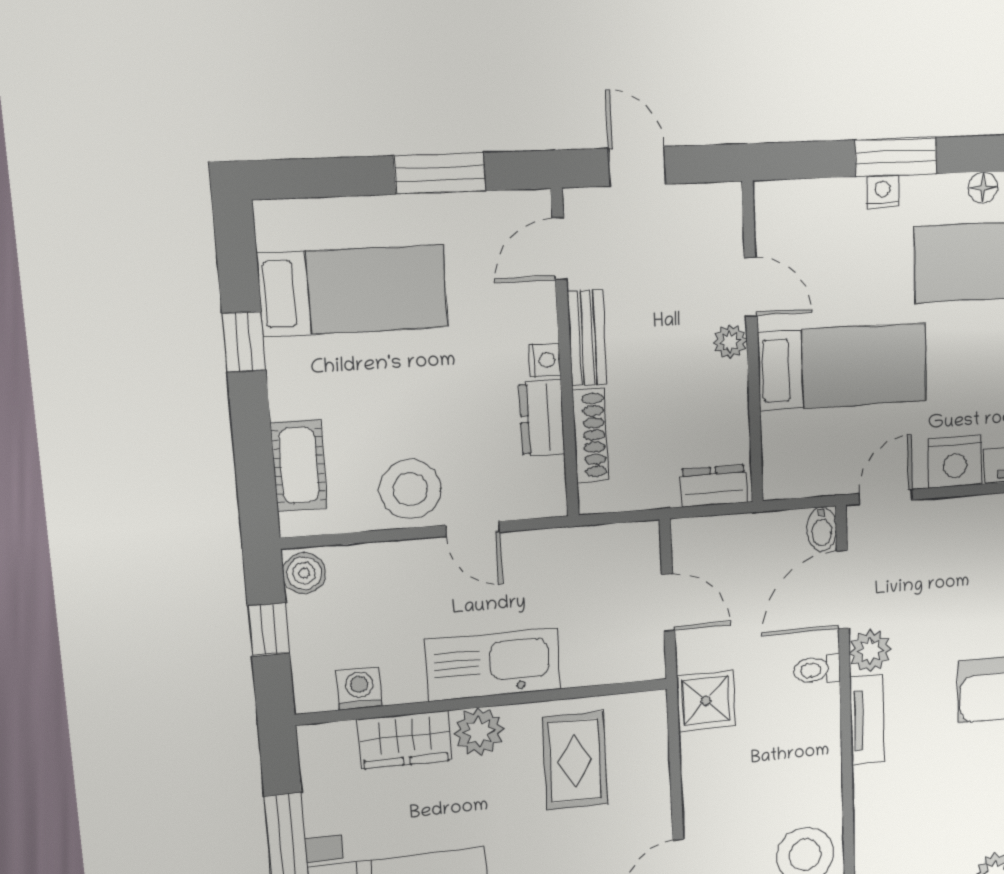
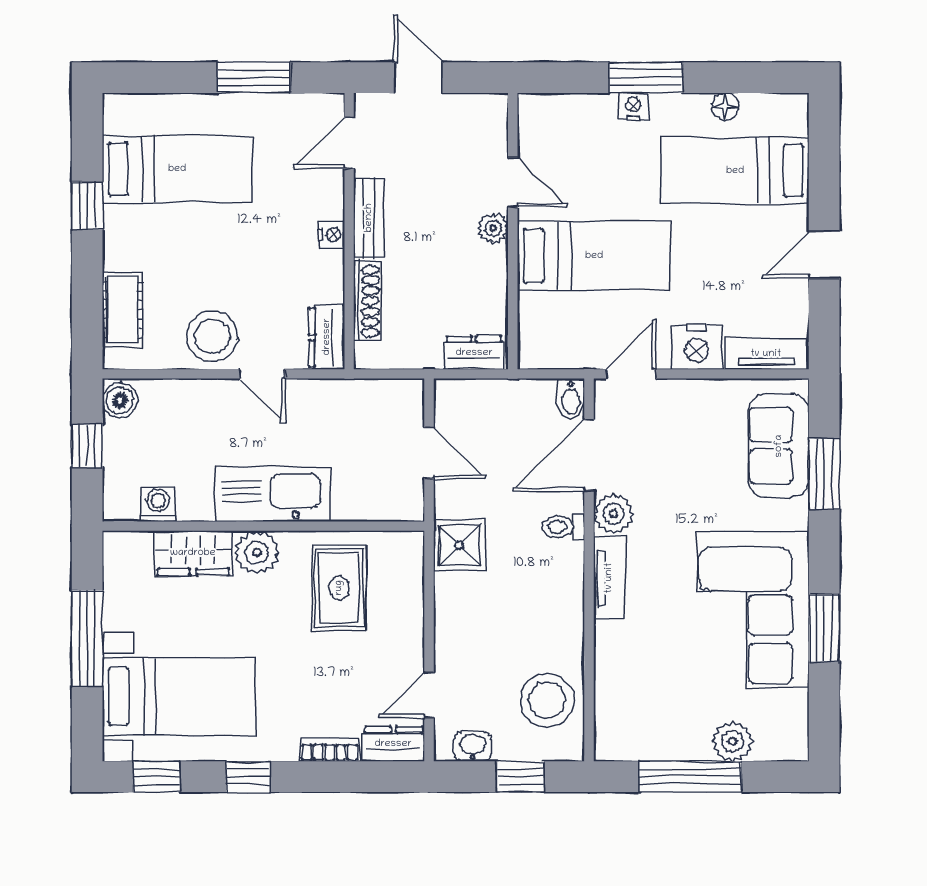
dresser: (542, 418) -> (327, 337), moved

